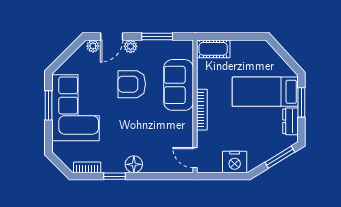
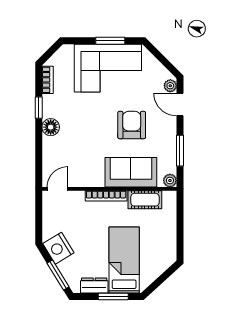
plant: (131, 46) -> (170, 181), moved
cot: (213, 49) -> (145, 200), moved, turned 90
nightstand: (235, 162) -> (58, 248), moved, turned -31

